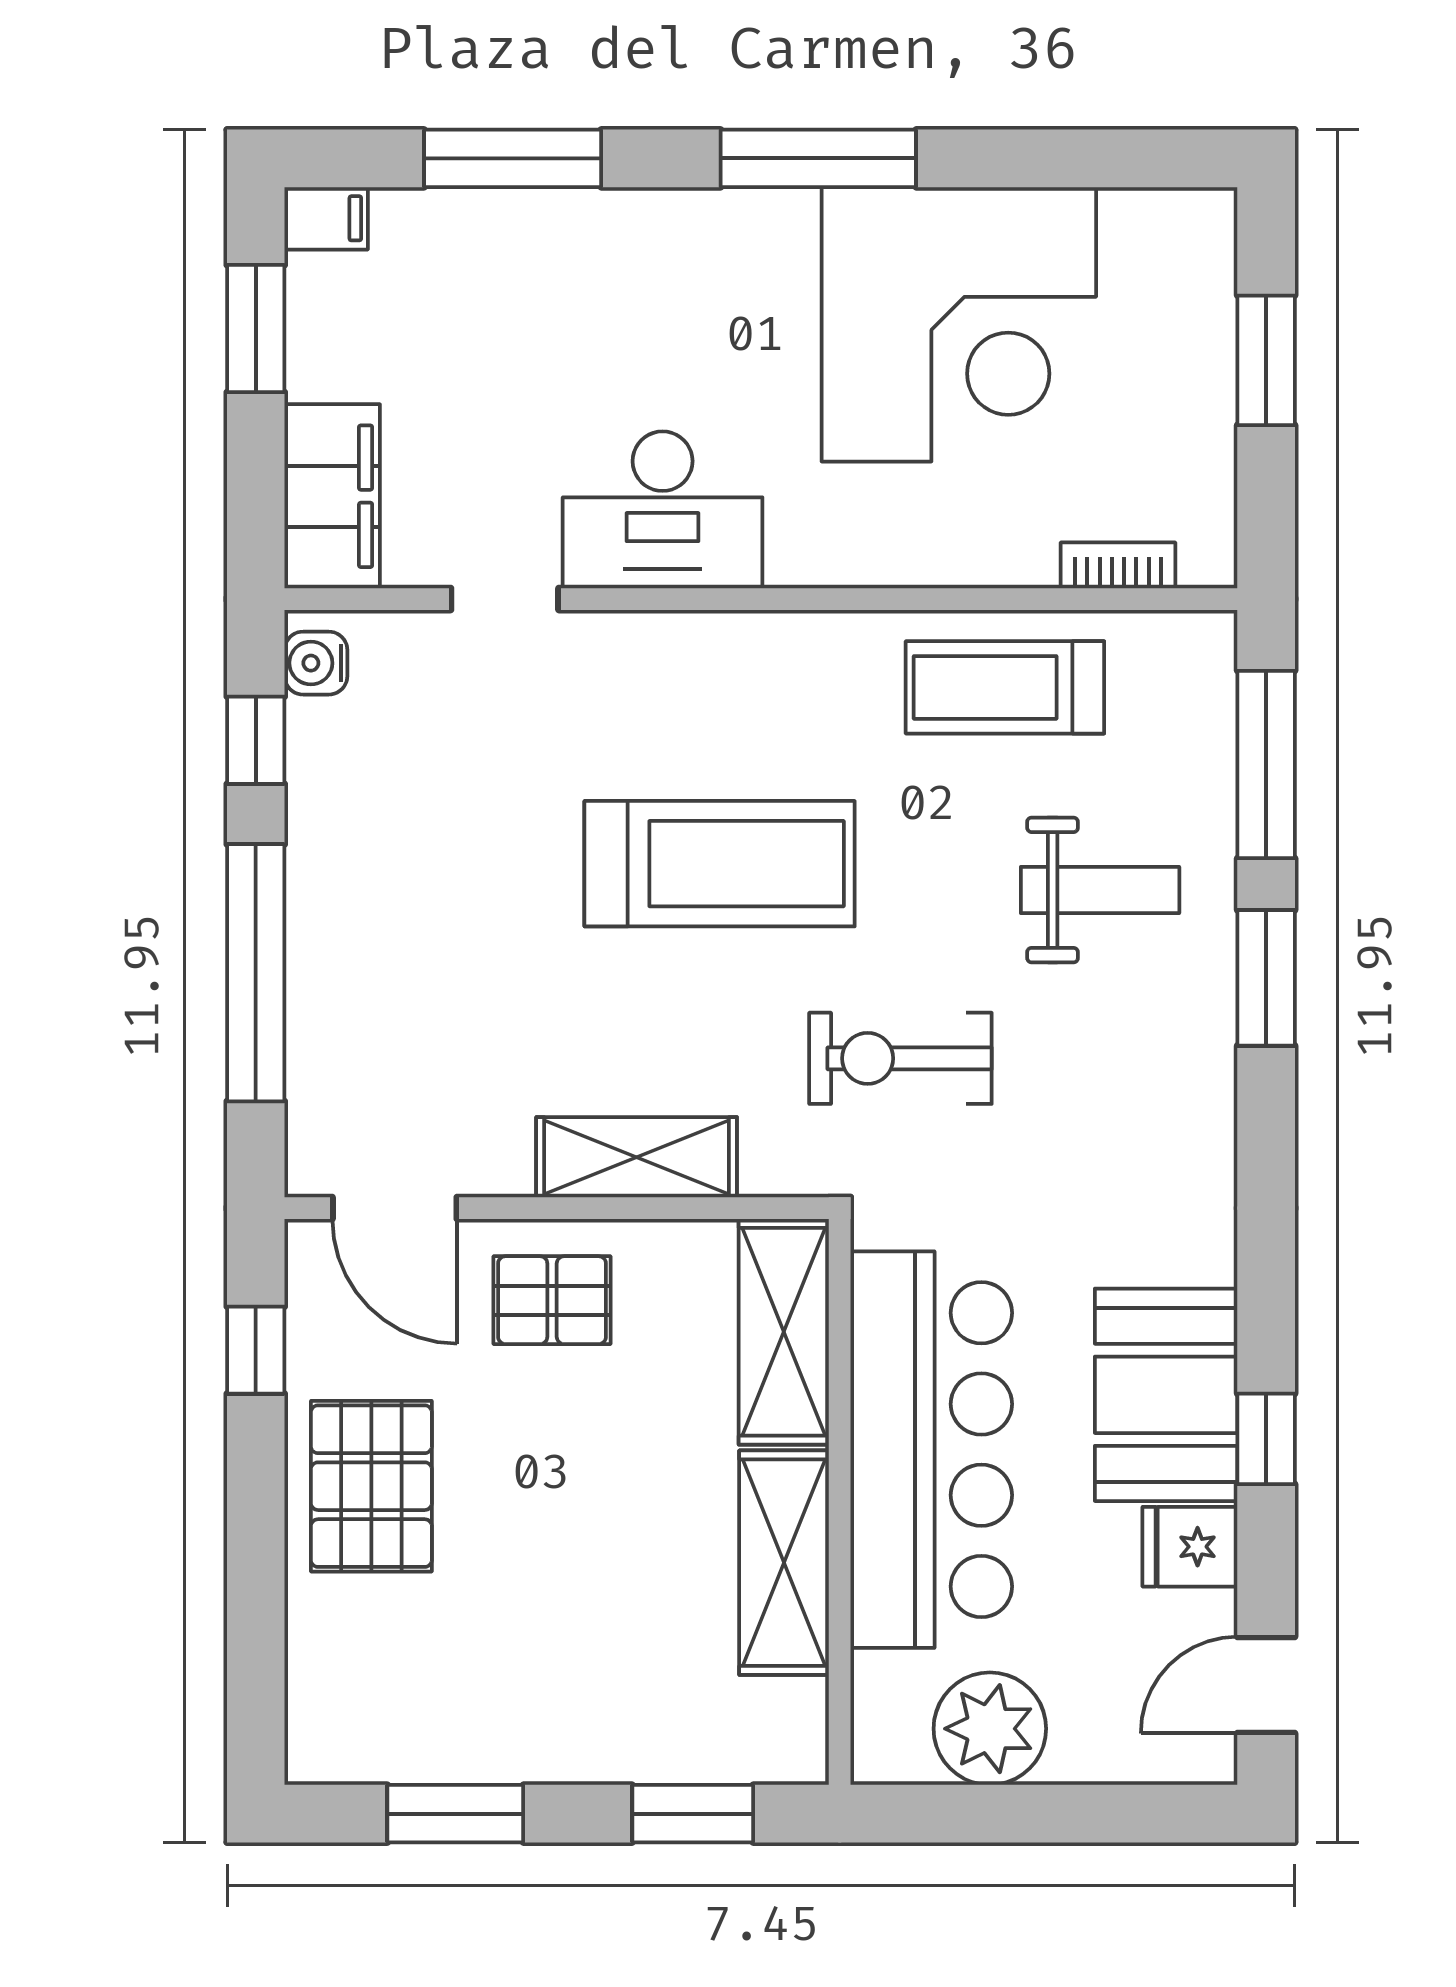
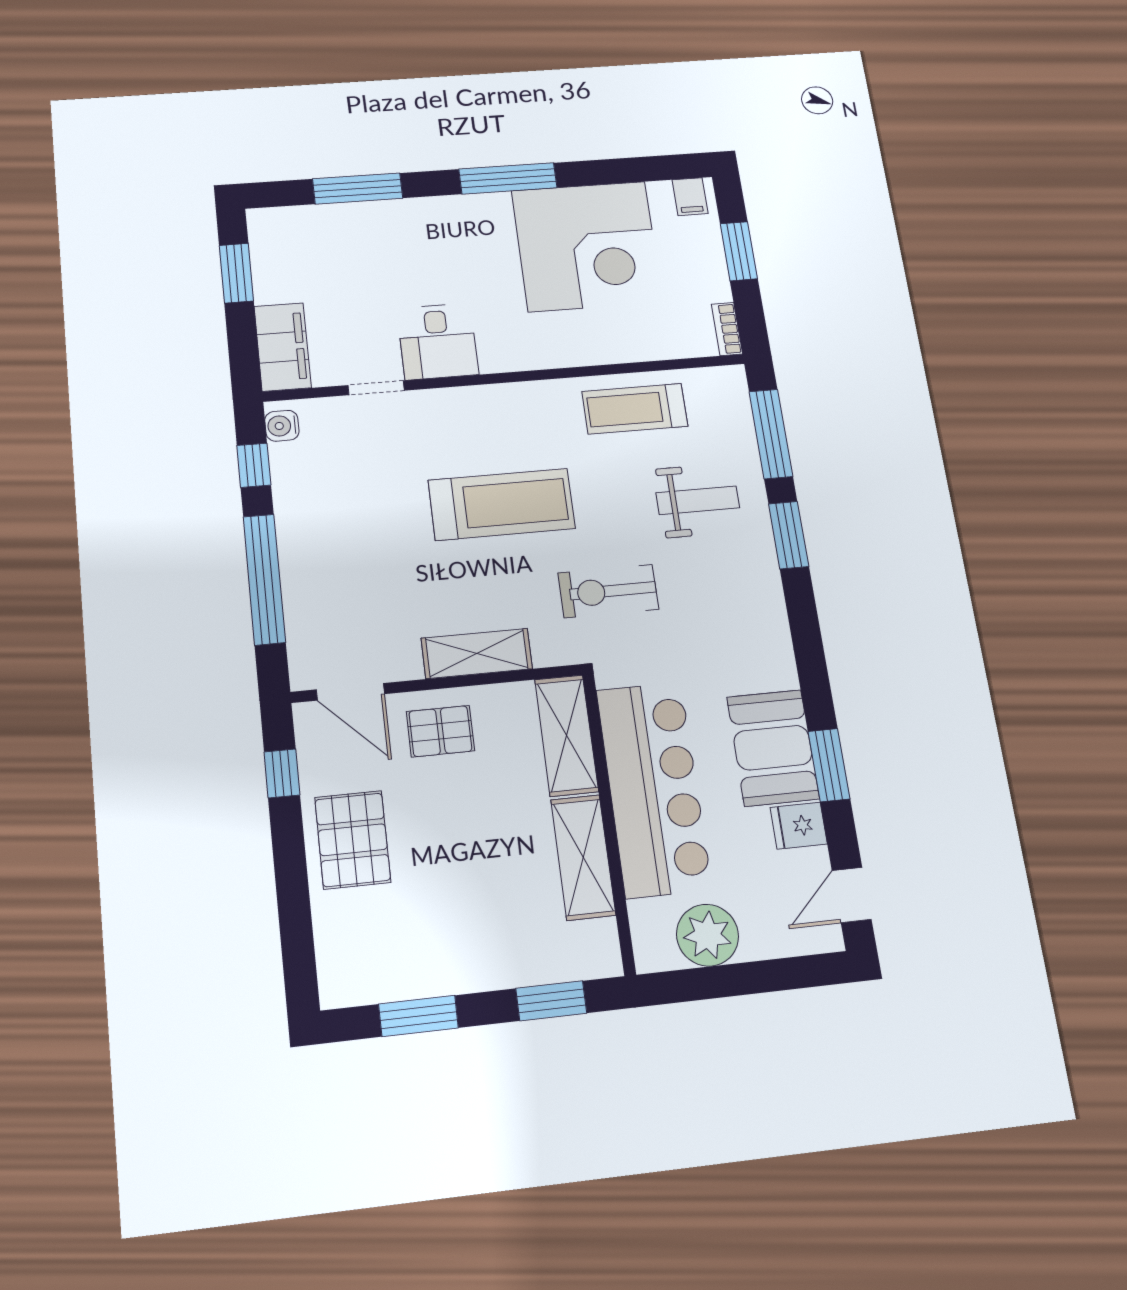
filing cabinet: (326, 218) -> (690, 197), moved, turned 90
desk: (663, 510) -> (438, 341), width x0.73
bookcase: (1118, 565) -> (727, 329), moved, turned -90
window: (1266, 1439) -> (829, 765), width x1.50

